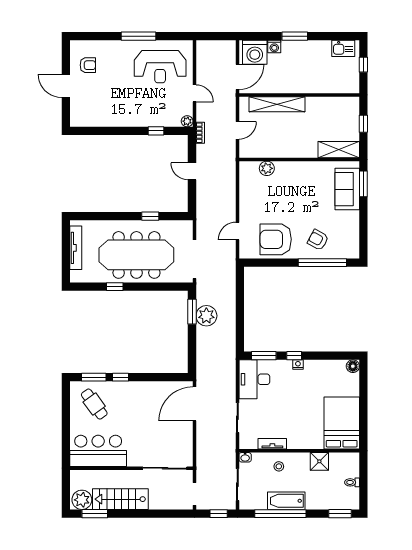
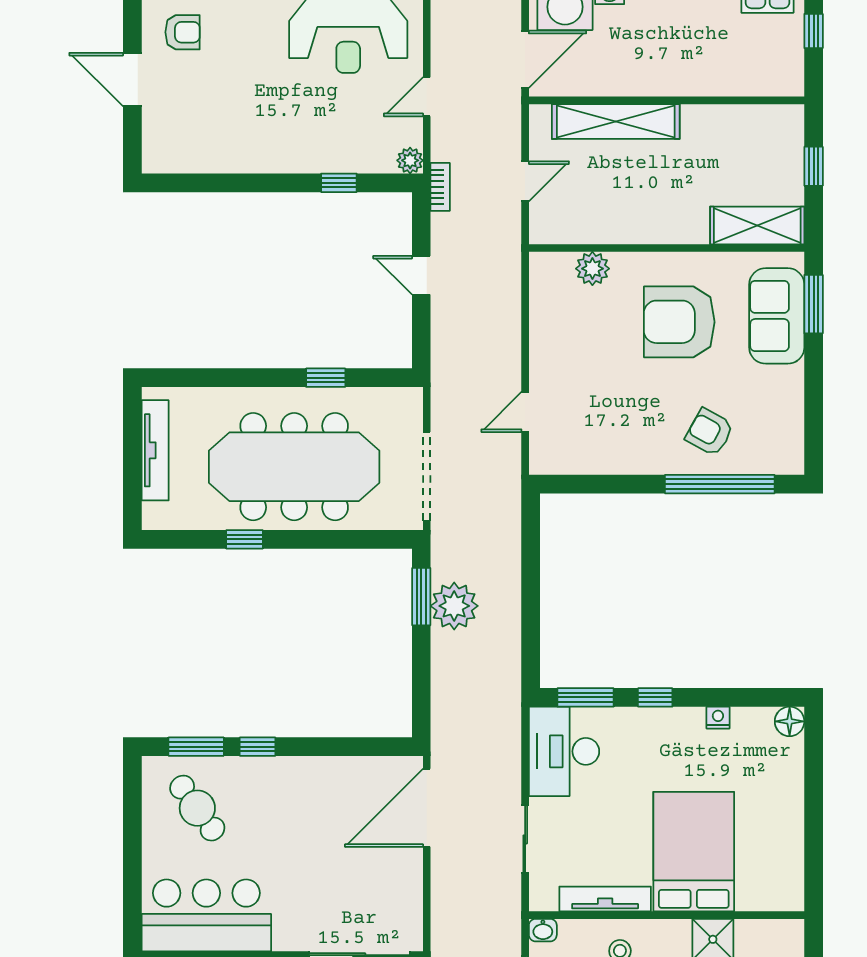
door: (194, 93) -> (427, 97), swing flipped
armchair: (276, 239) -> (679, 322), moved
nightstand: (298, 365) -> (718, 718), moved
bed: (342, 423) -> (694, 852), moved
tv unit: (272, 444) -> (605, 899), width x1.41

